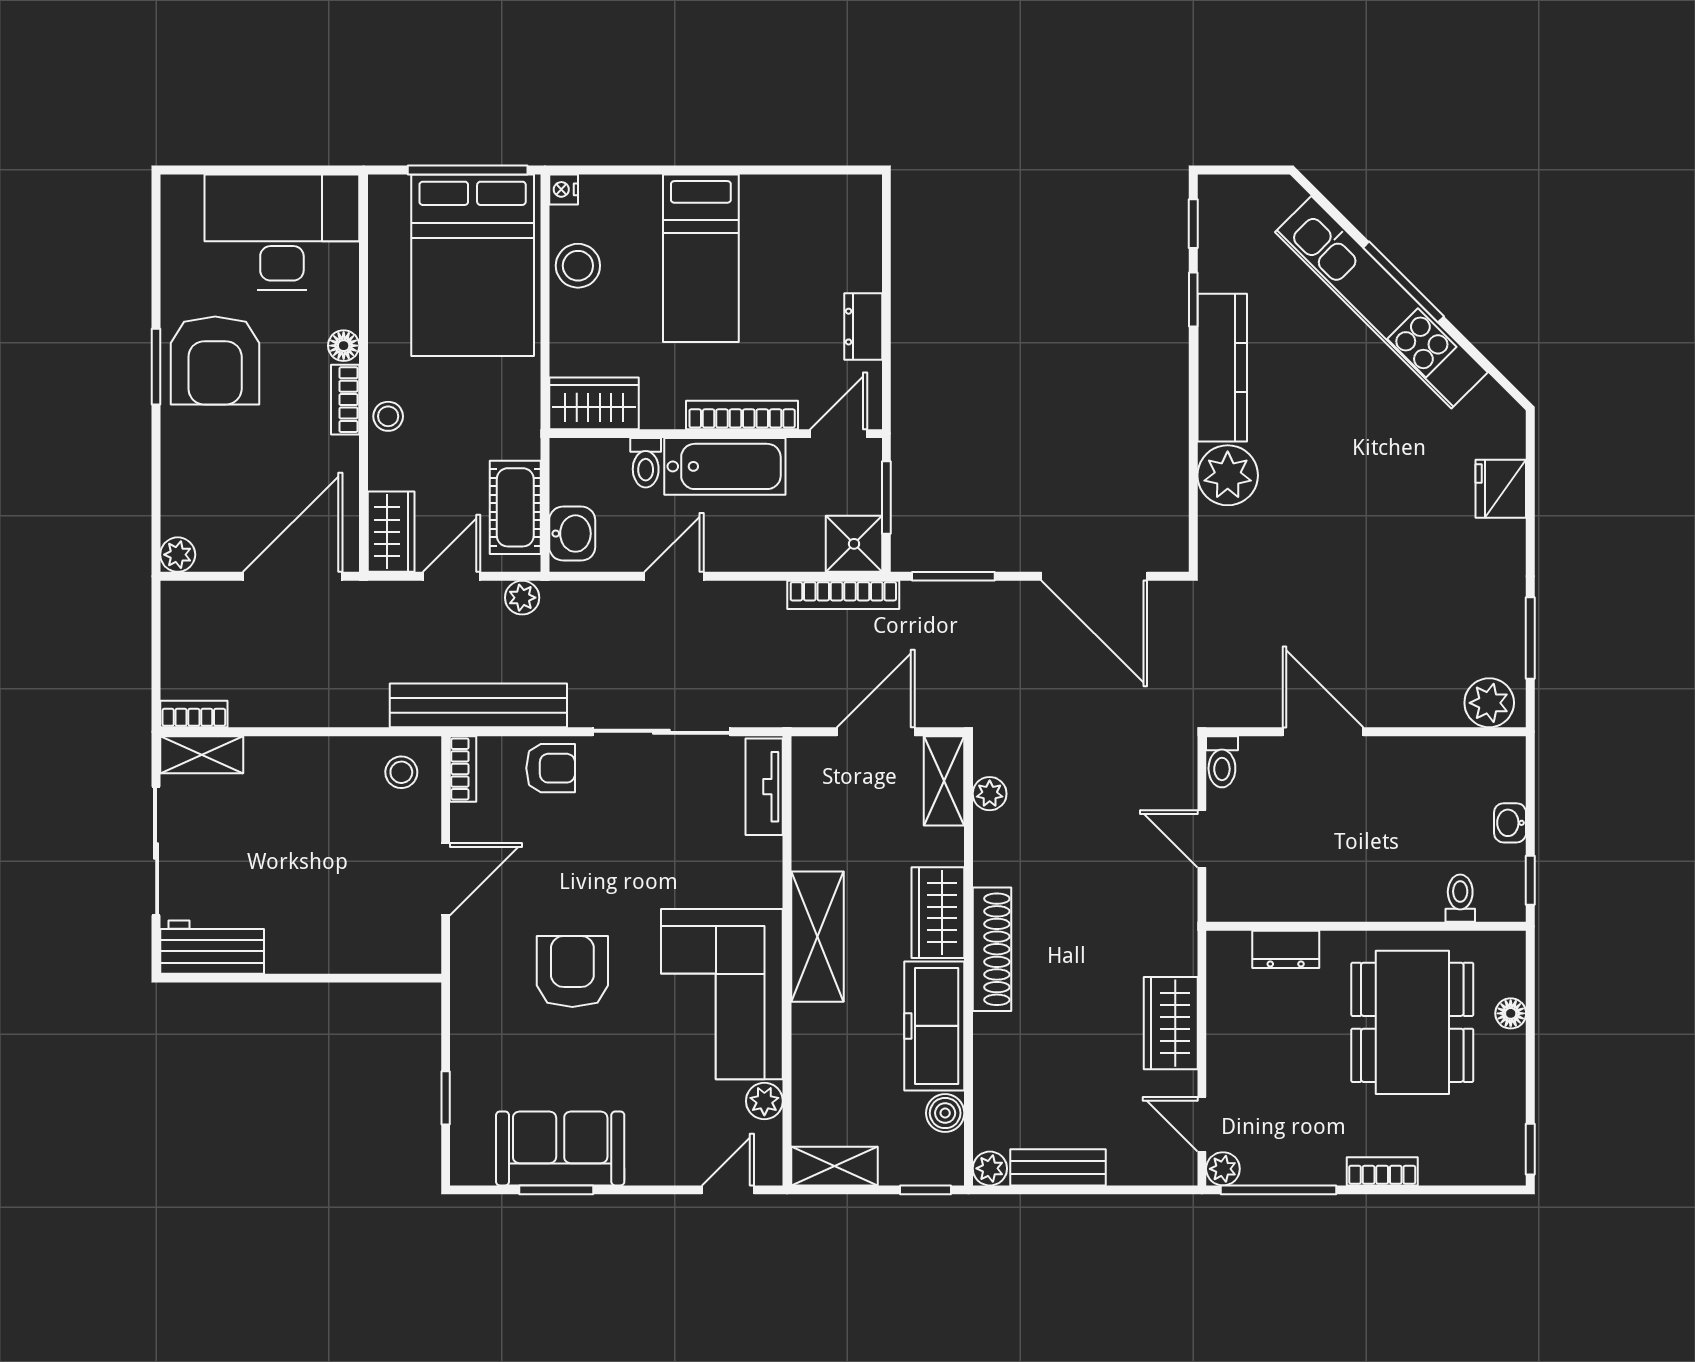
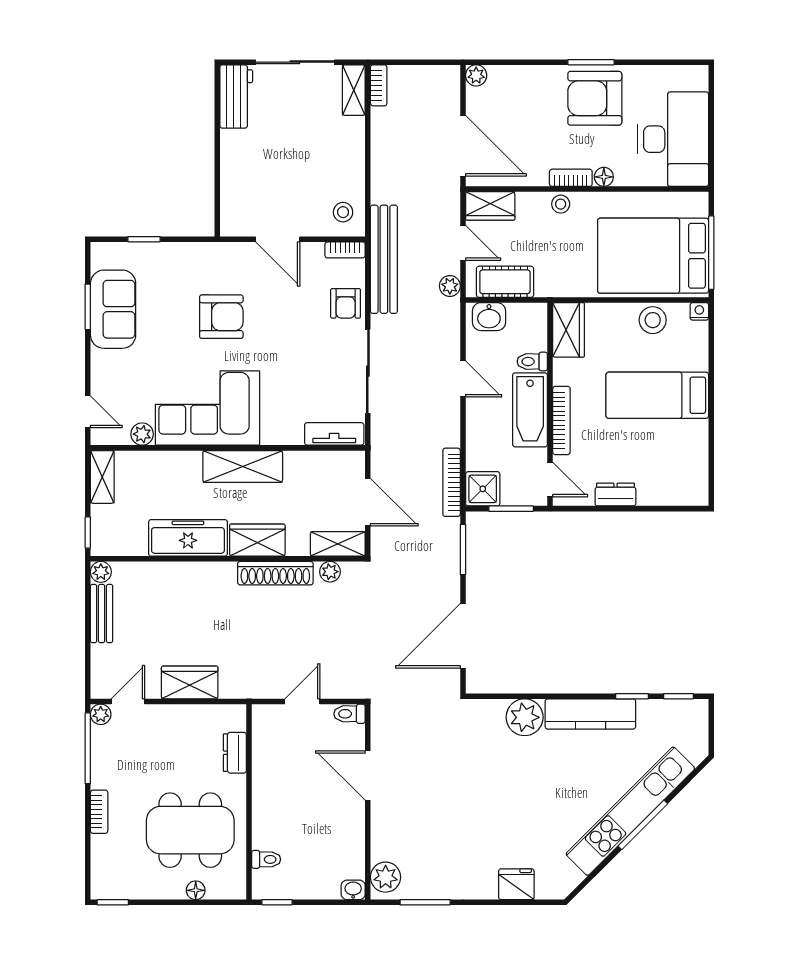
door: (1323, 732) -> (368, 776), swing flipped
washbasin: (1510, 823) -> (353, 890), moved
shoe rack: (992, 949) -> (275, 573), moved
boiler: (945, 1113) -> (135, 545), removed

